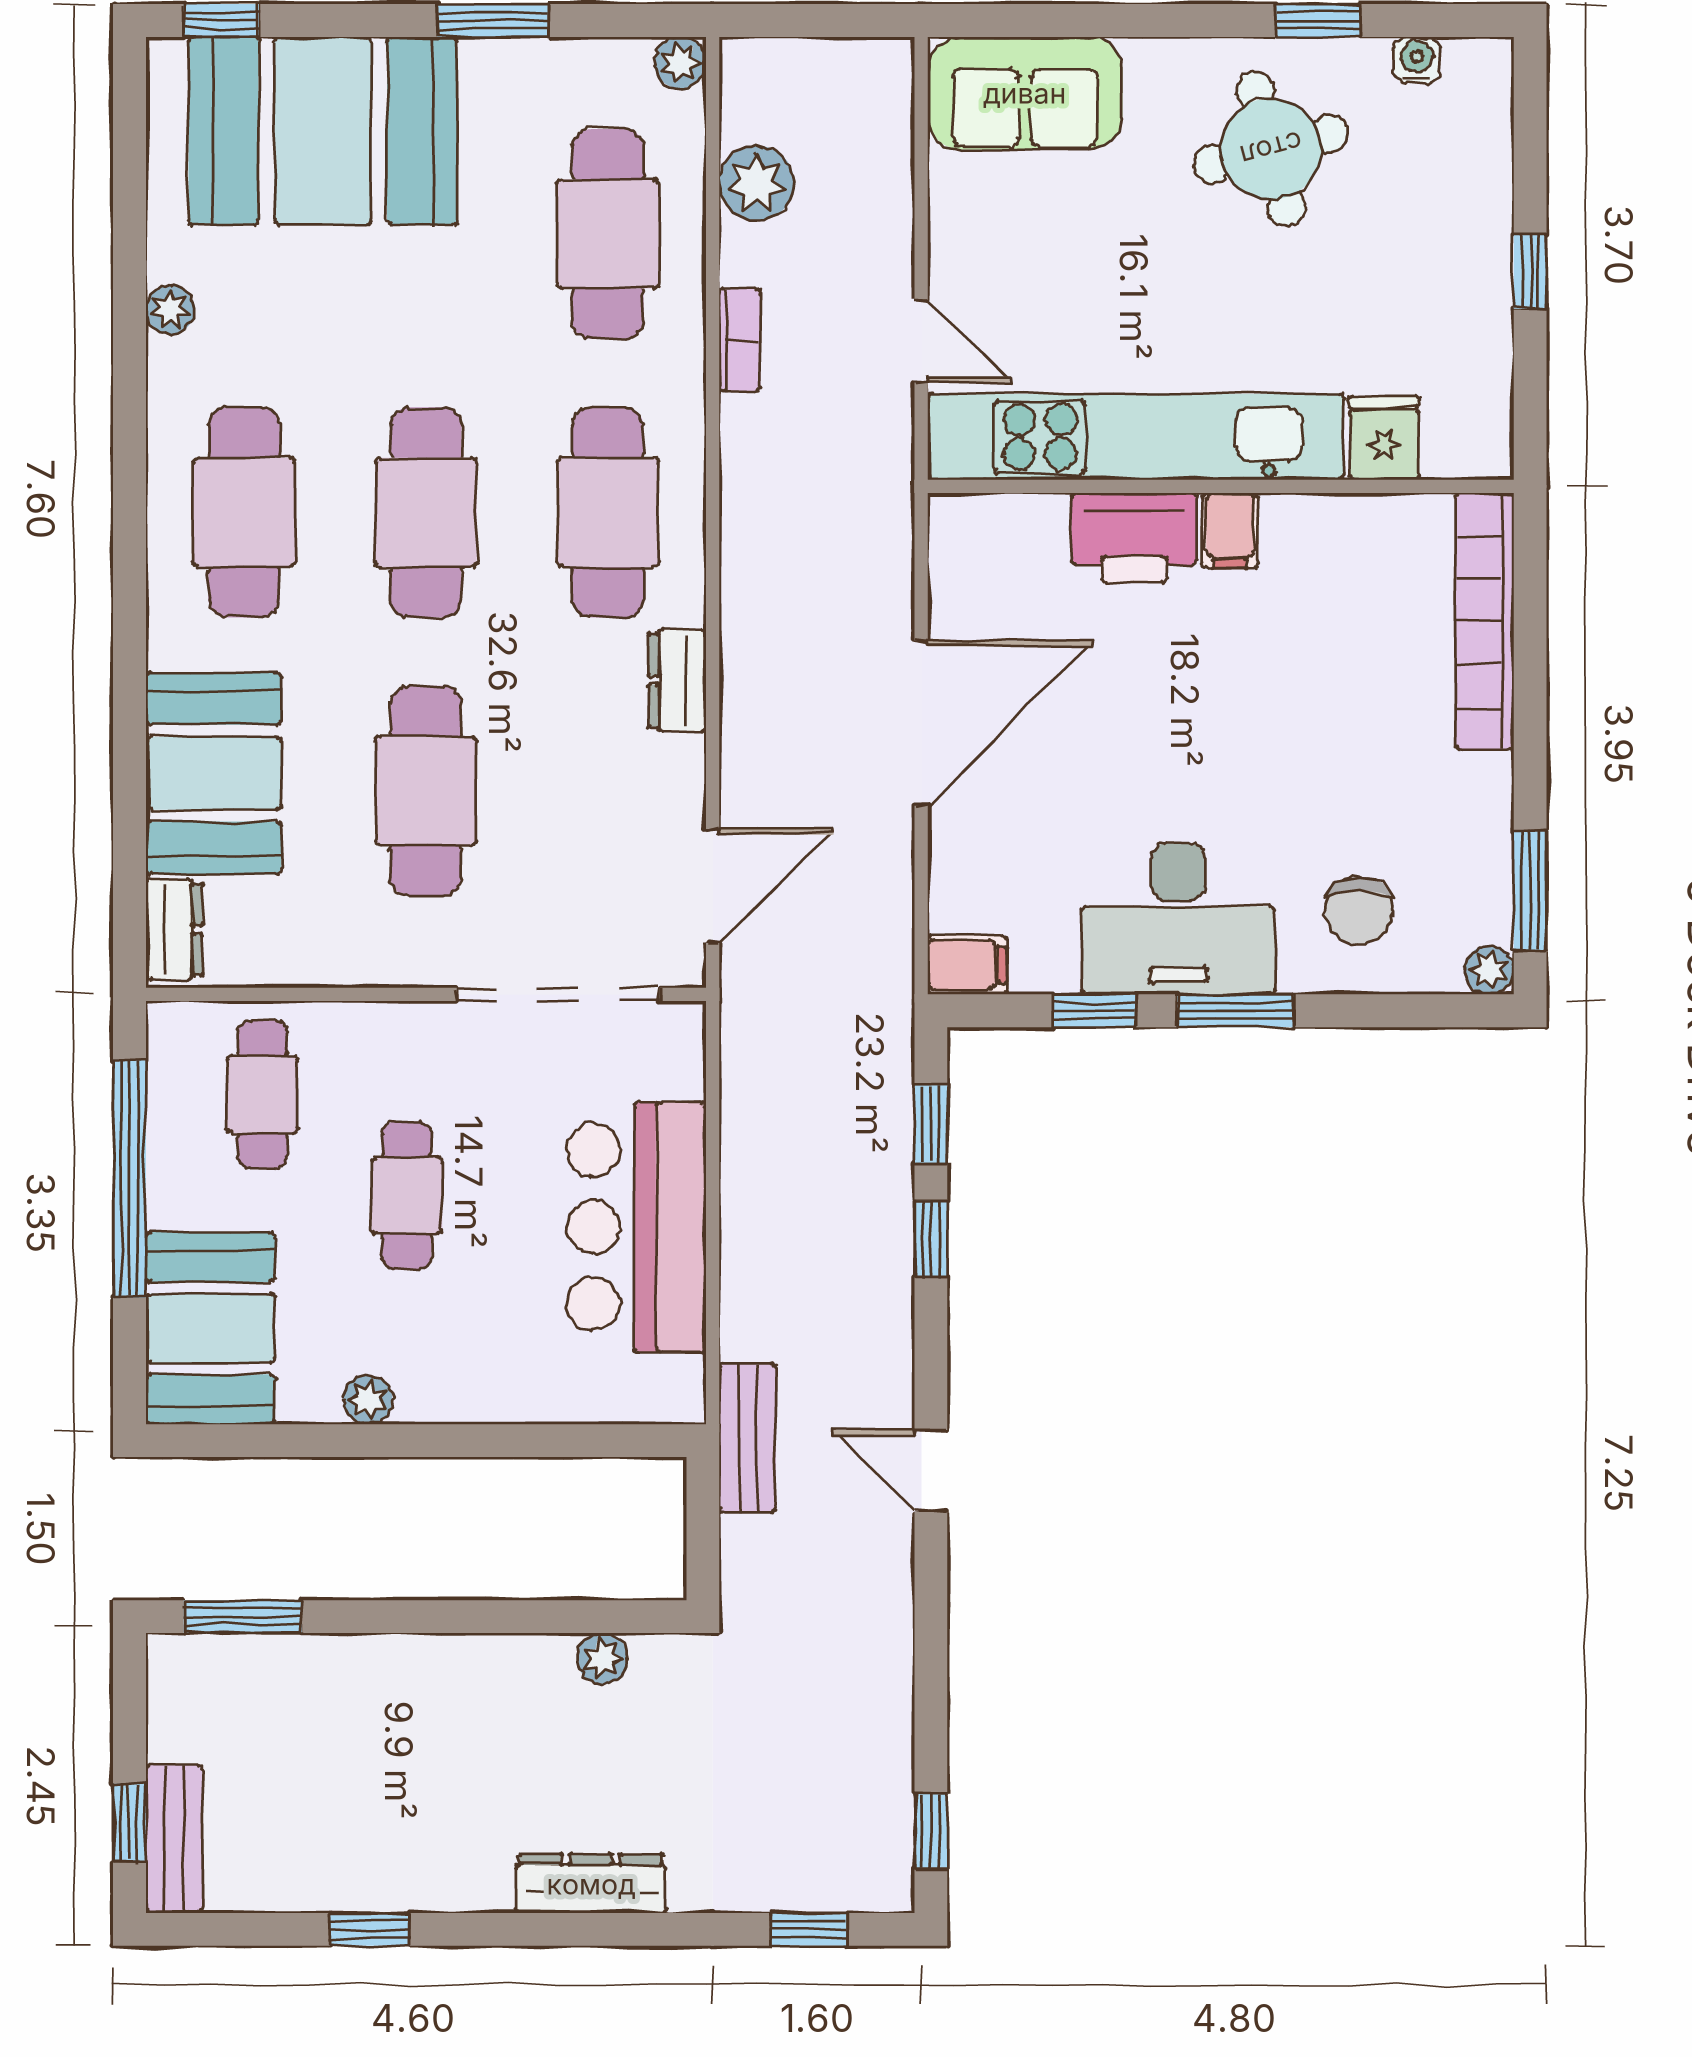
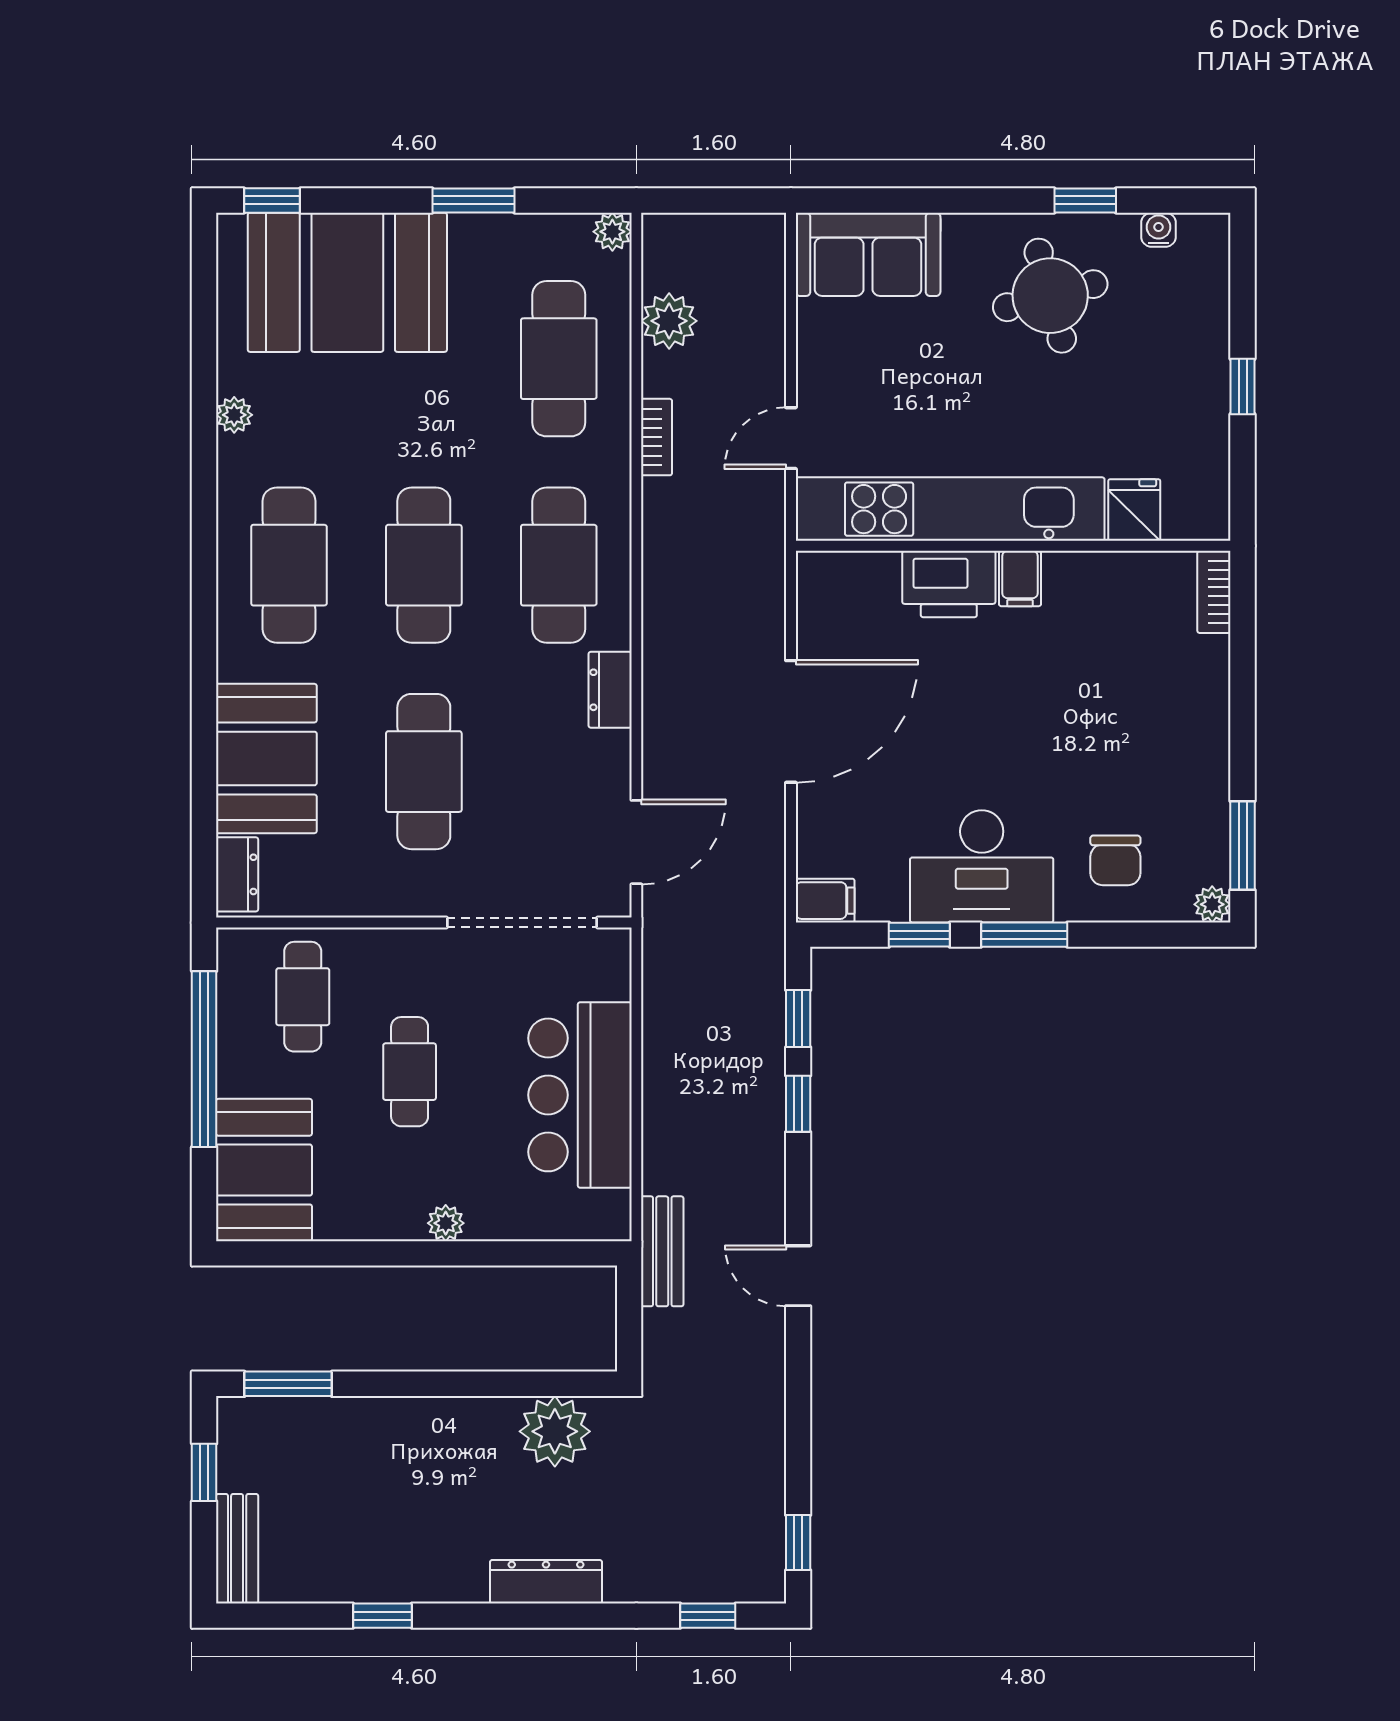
door: (921, 341) -> (791, 438), swing flipped
bookcase: (1485, 621) -> (1214, 592), width x0.43, depth x0.76
plant: (368, 1400) -> (446, 1223), moved
plant: (603, 1658) -> (555, 1431), width x1.88, depth x1.88
window: (130, 1823) -> (204, 1472), moved

